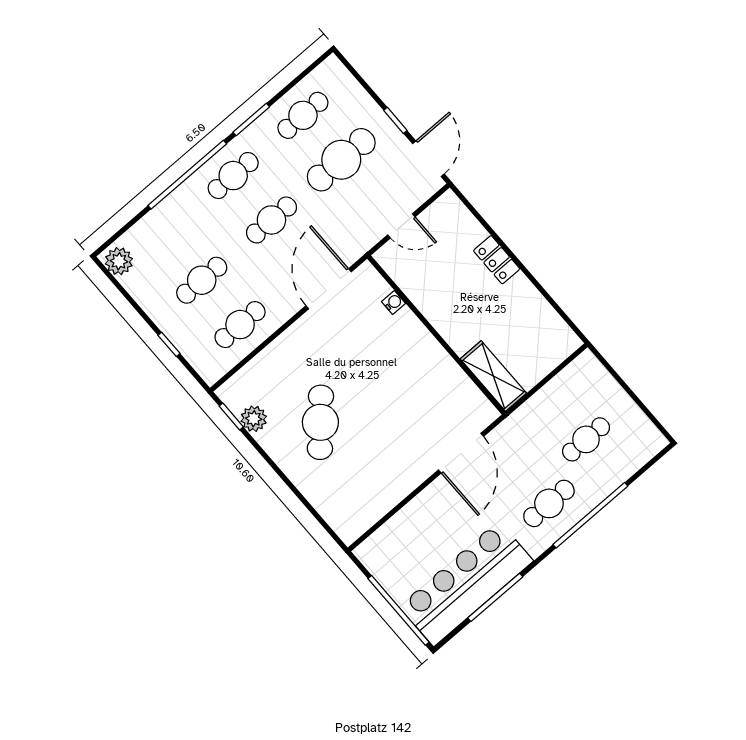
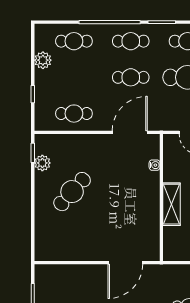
plant: (119, 261) -> (43, 60), moved
cafe table: (202, 280) -> (74, 41), moved
shelving: (493, 376) -> (171, 204), moved

